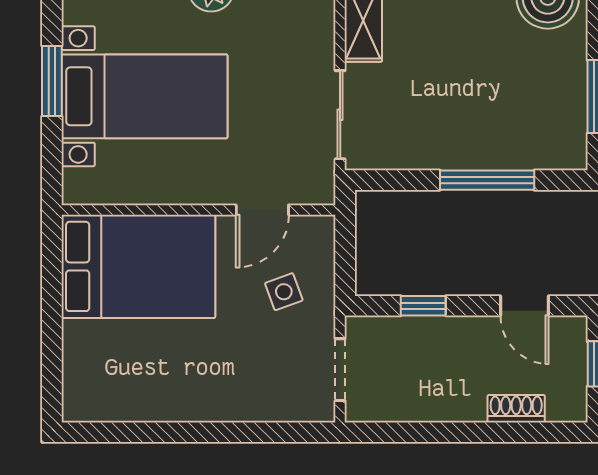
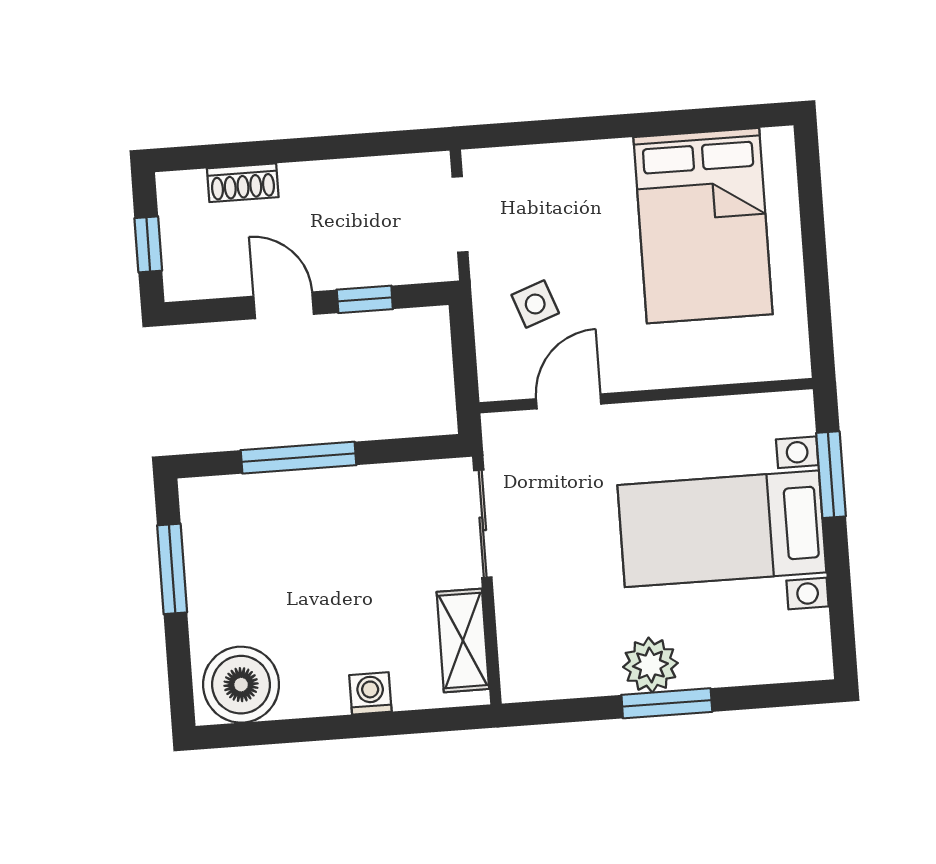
window: (52, 81) -> (831, 475), moved
bed: (138, 266) -> (703, 226), moved, turned -90
door: (525, 306) -> (284, 305), moved

